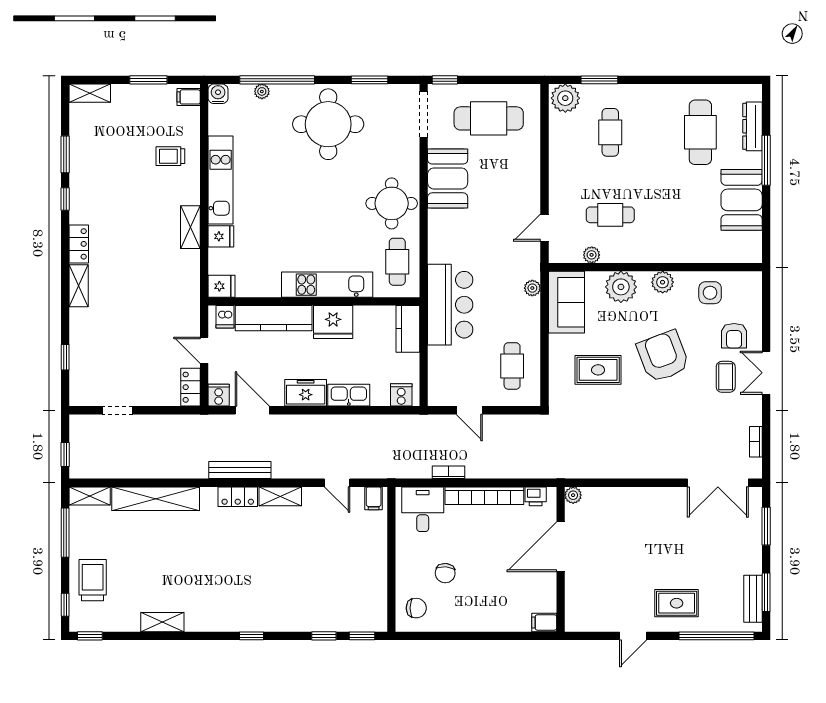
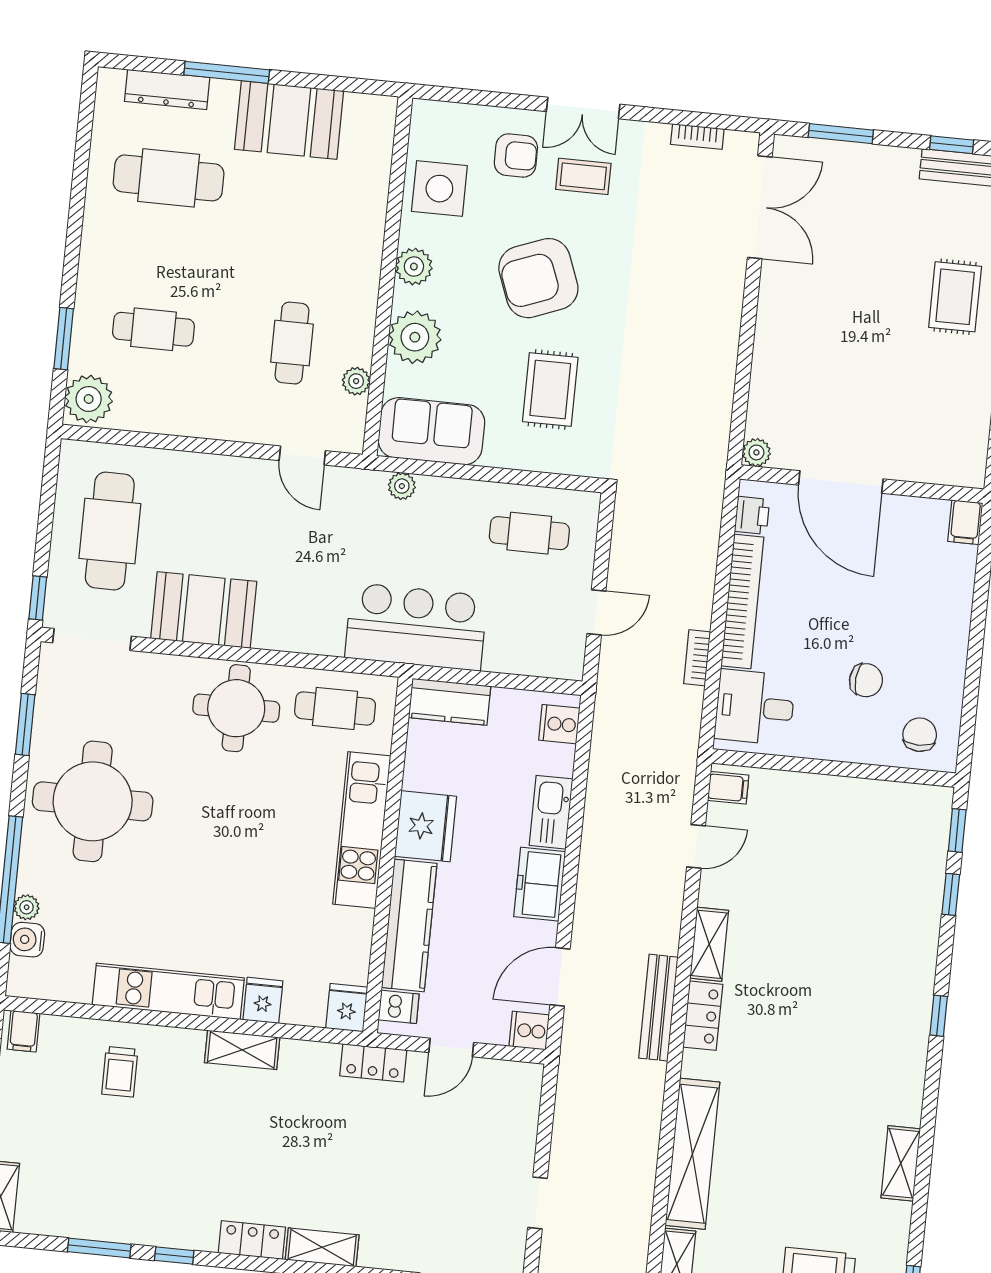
water cooler: (218, 94) -> (27, 940), moved
side table: (710, 293) -> (439, 189), width x1.37, depth x1.37
locker: (190, 387) -> (373, 1063), moved
window: (766, 592) -> (952, 145), width x0.67

